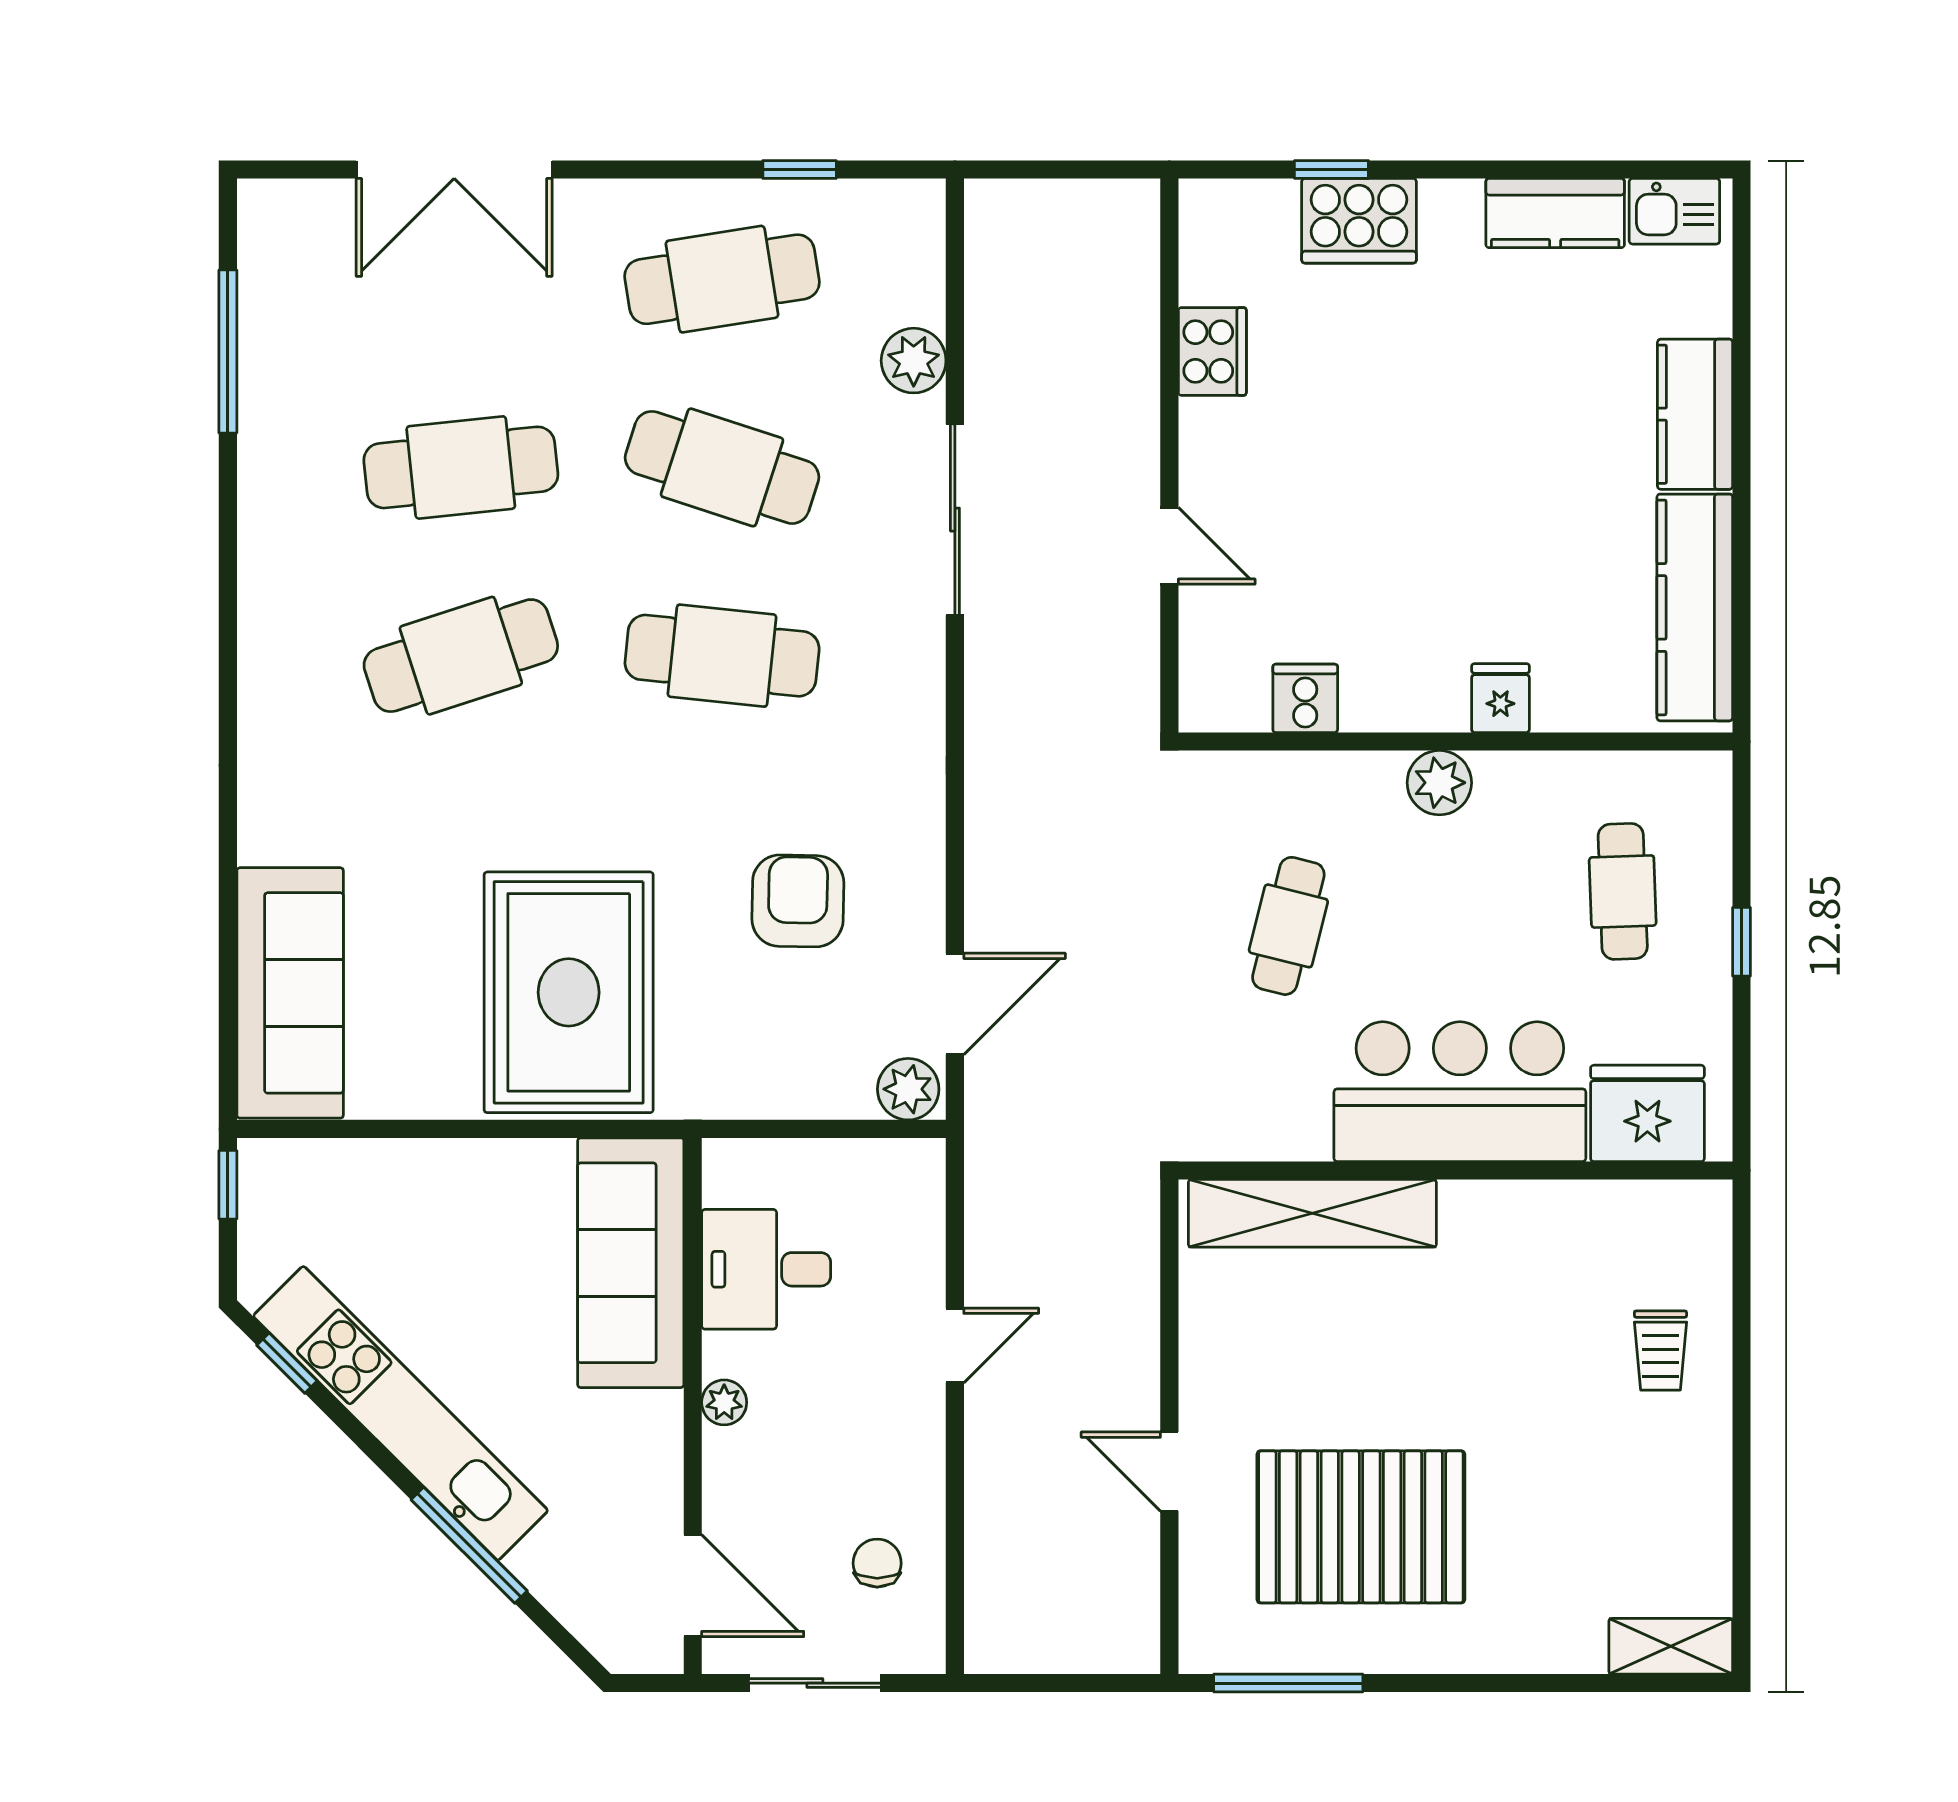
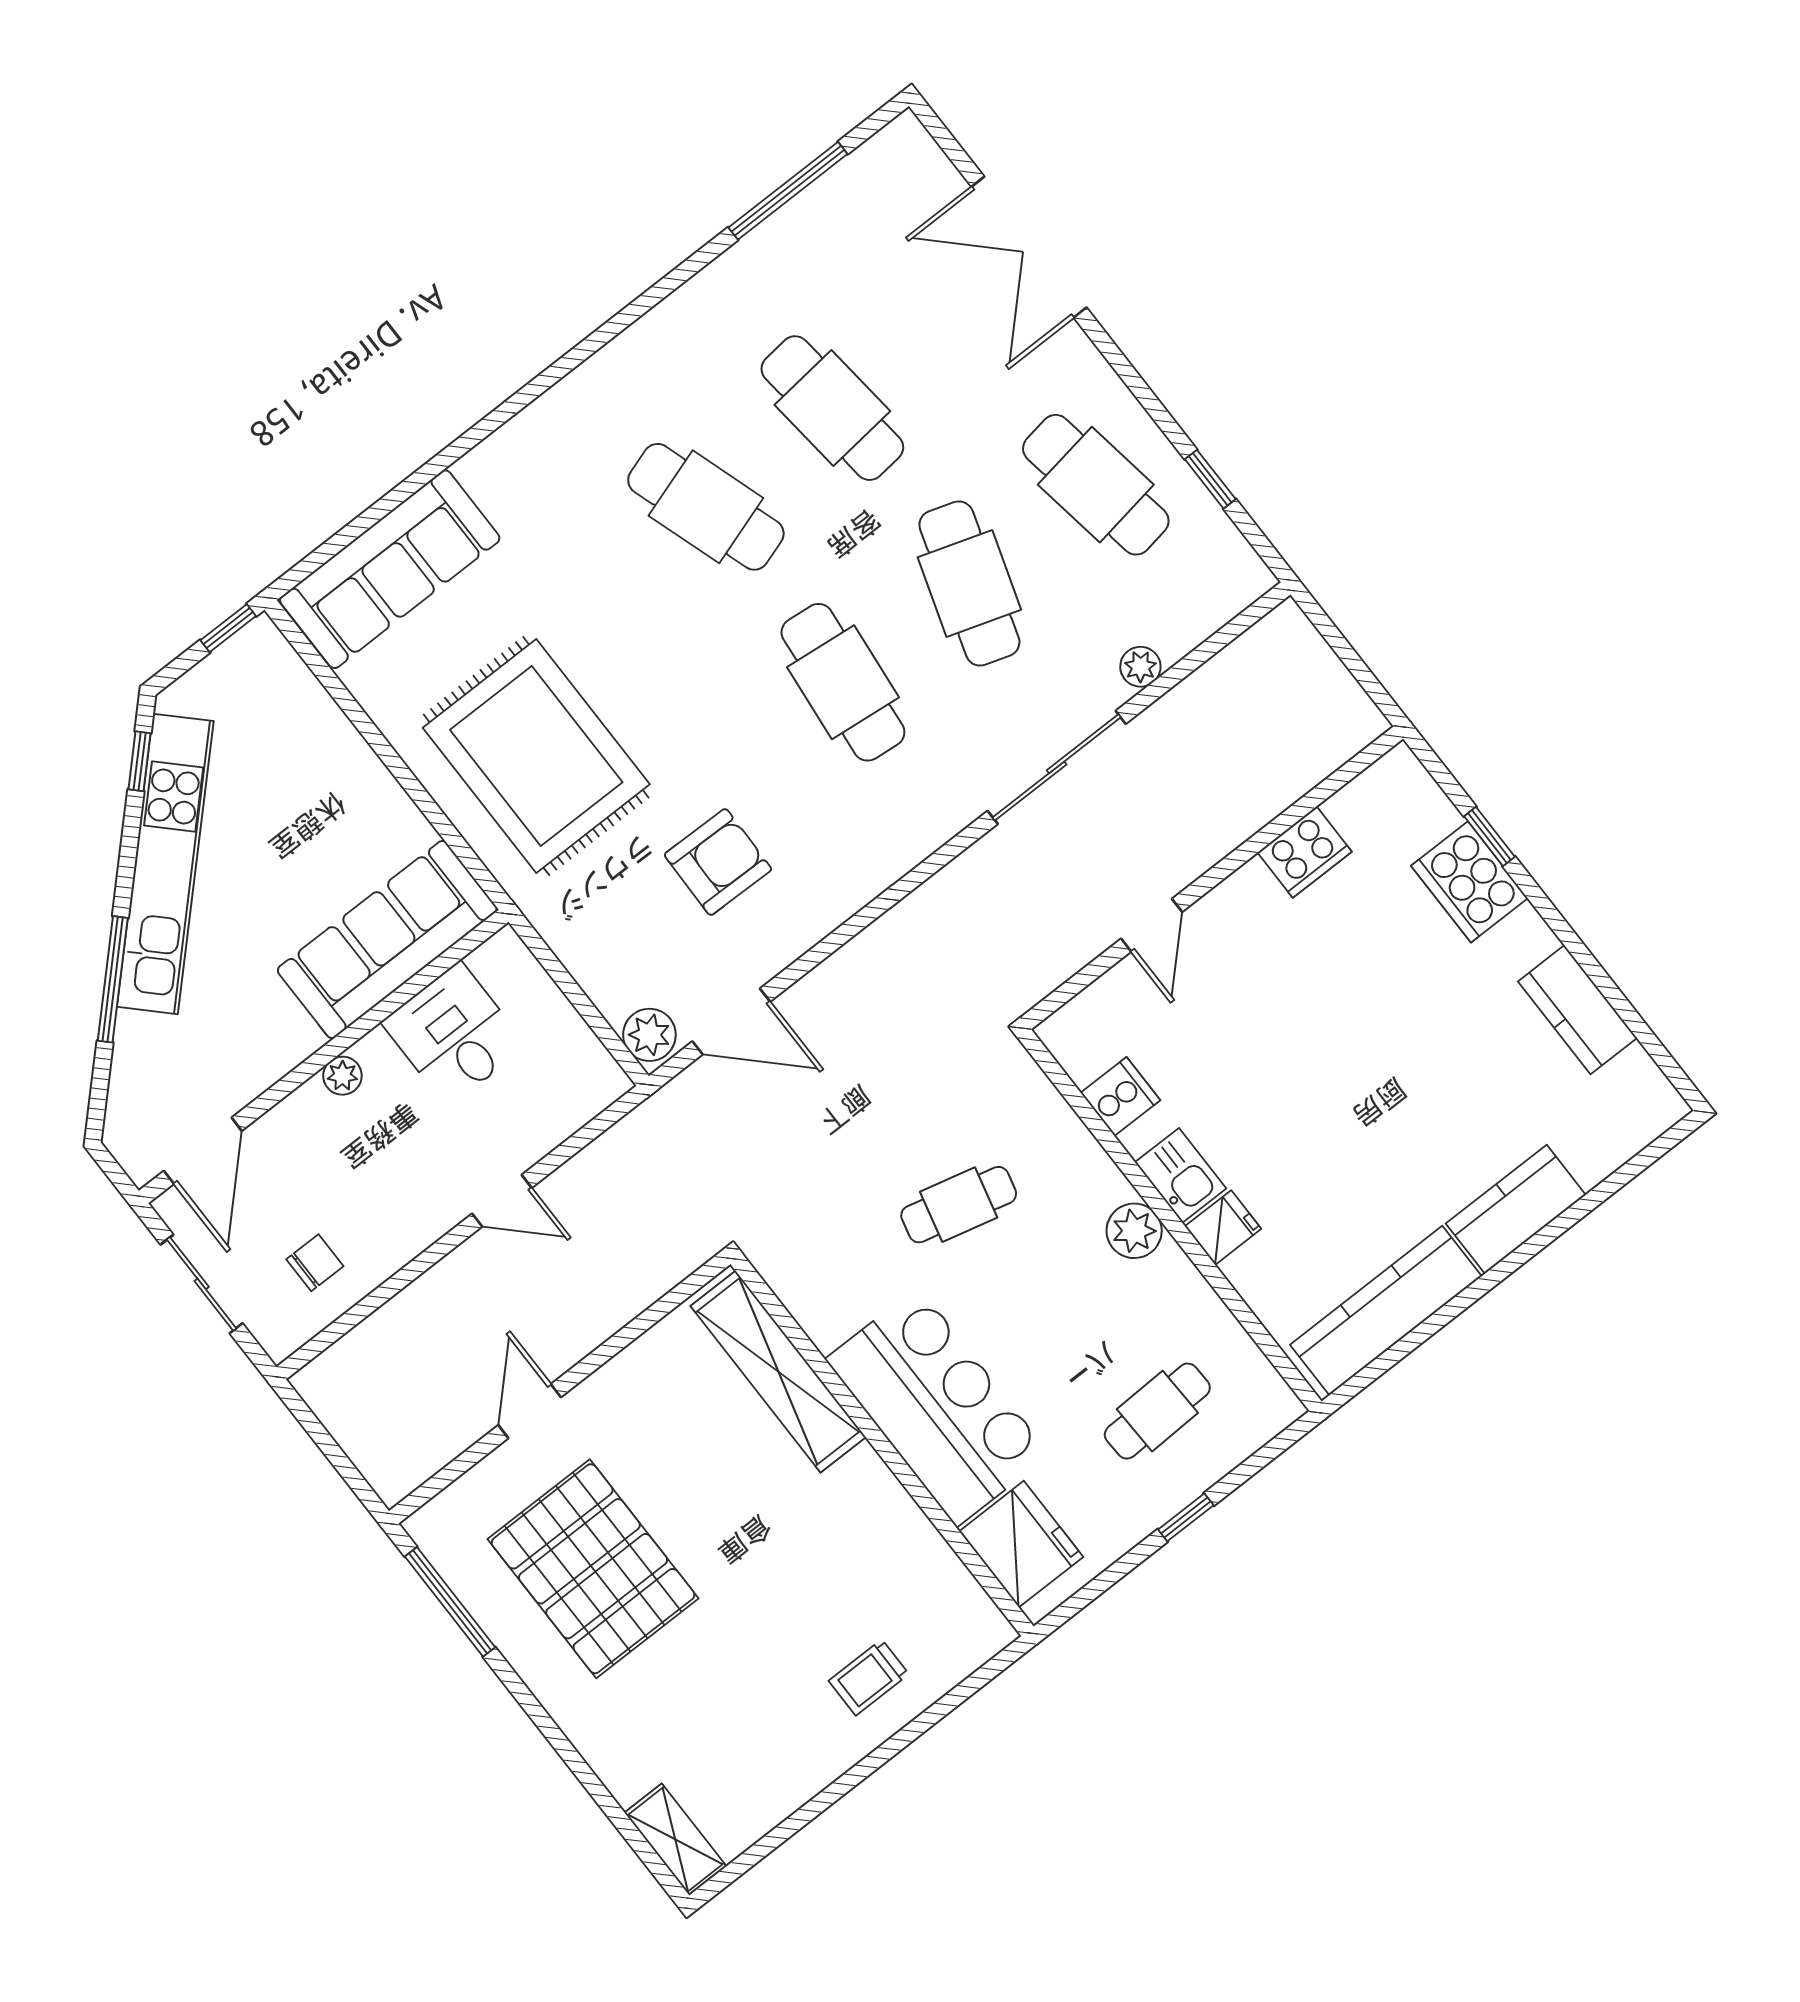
kitchen sink: (1674, 211) -> (1180, 1175), moved, turned 180
plant: (914, 361) -> (1140, 667), width x0.73, depth x0.73
rug: (569, 992) -> (536, 756), turned 90

